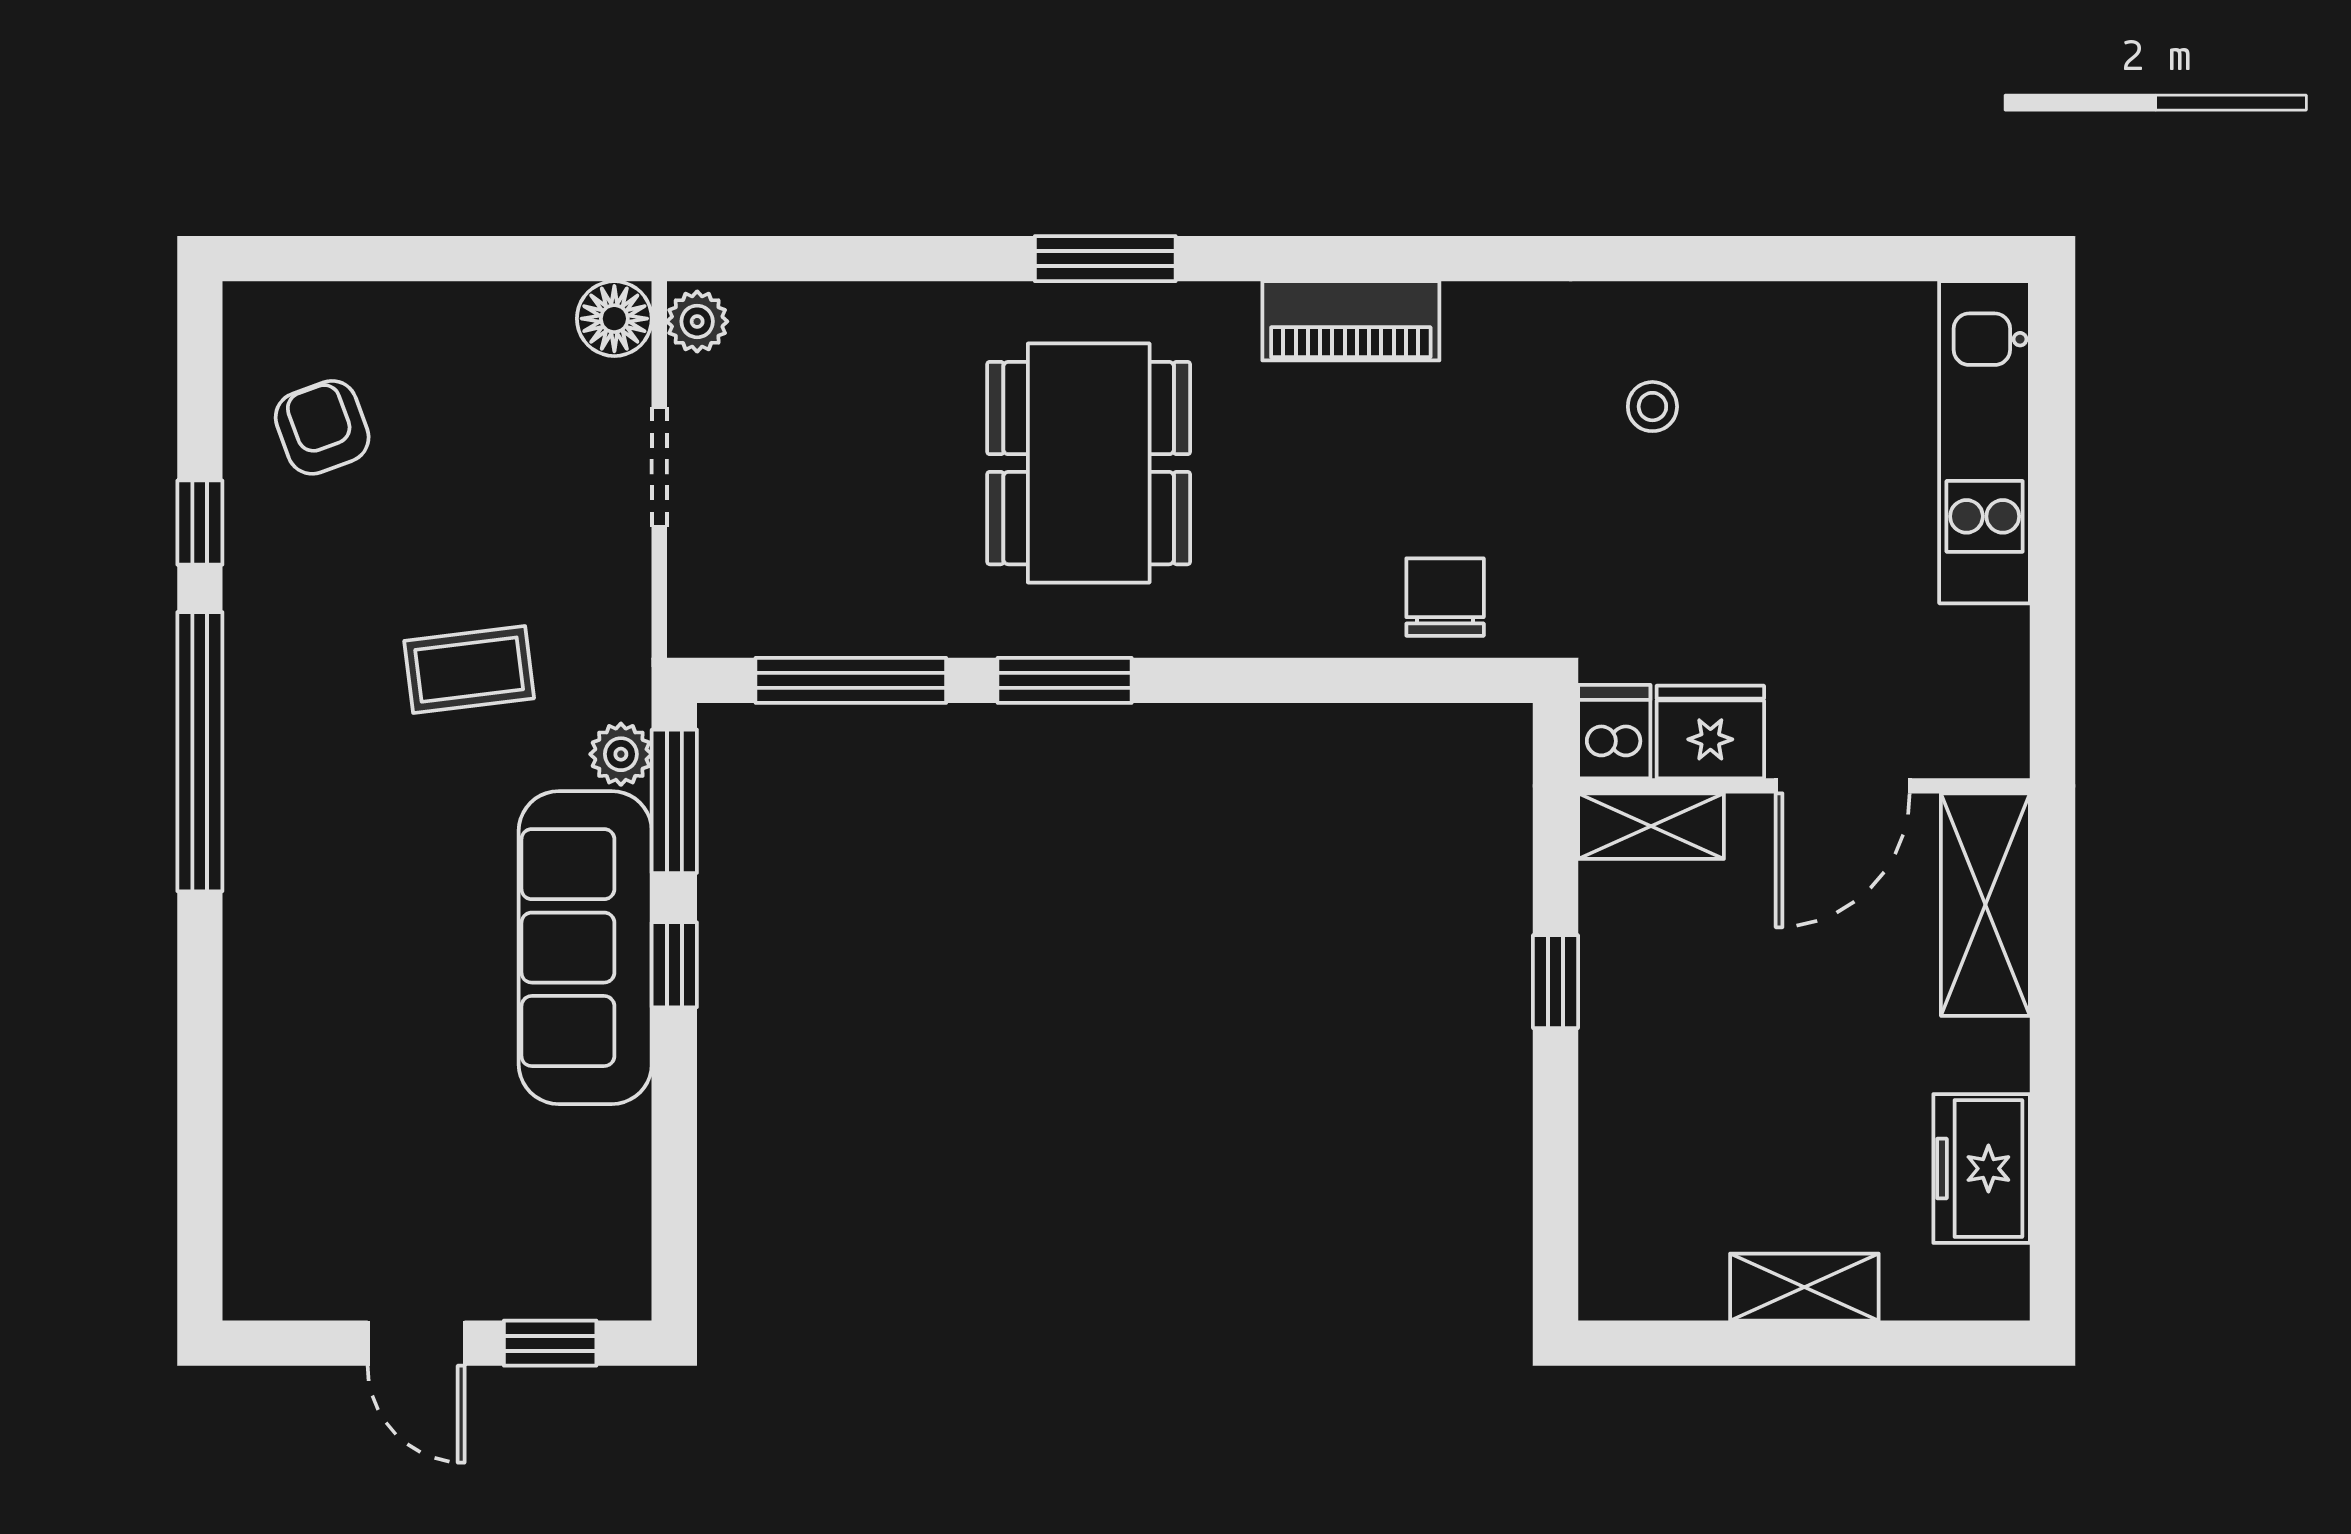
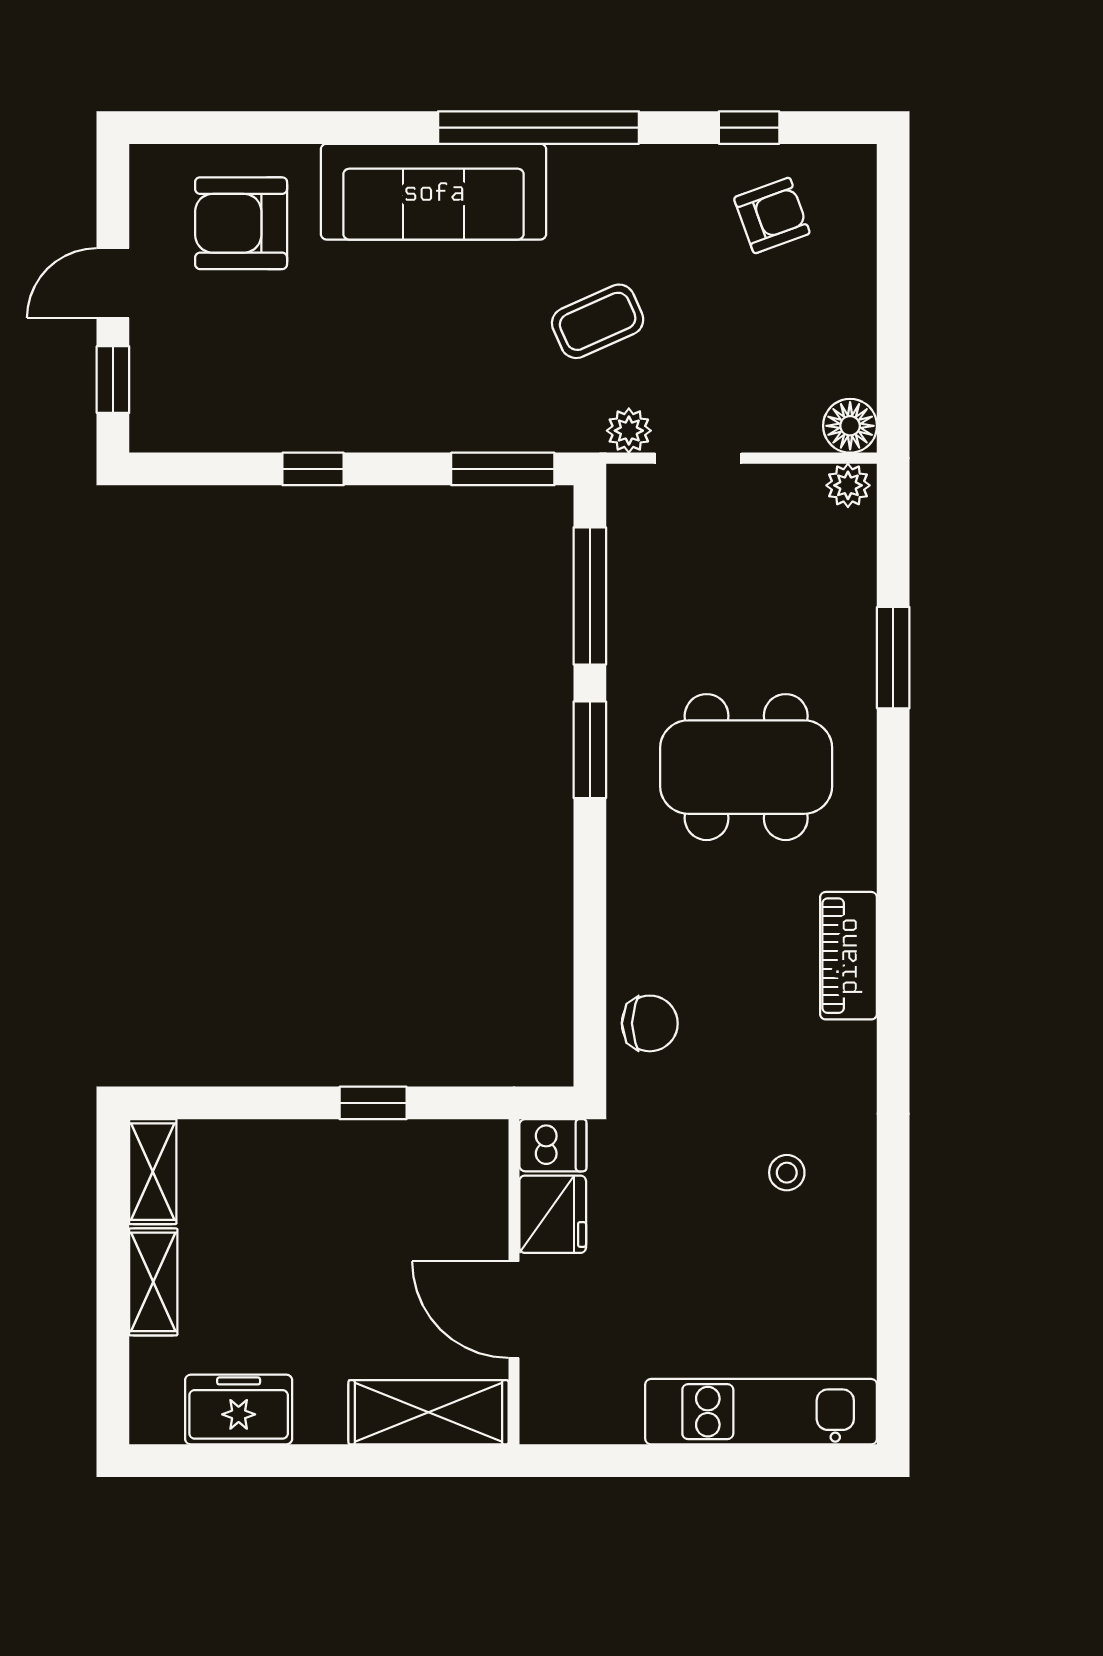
window: (1105, 259) -> (893, 658), moved
doorway: (659, 467) -> (698, 458), moved
window: (200, 523) -> (749, 128), moved
coffee table: (469, 670) -> (598, 321), turned 73
plant: (621, 754) -> (629, 431), moved
shelving: (1651, 826) -> (153, 1172), moved
sofa: (585, 948) -> (434, 192), moved, turned 180
window: (674, 965) -> (313, 469), moved
armchair: (333, 1165) -> (241, 223), added

